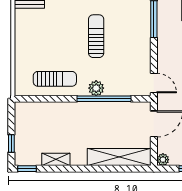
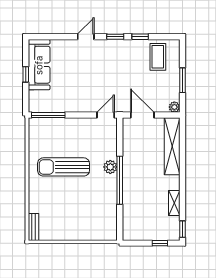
sun lounger: (96, 36) -> (64, 167), width x1.36, depth x1.34
sun lounger: (55, 79) -> (102, 204), removed
window: (104, 99) -> (120, 180), moved

